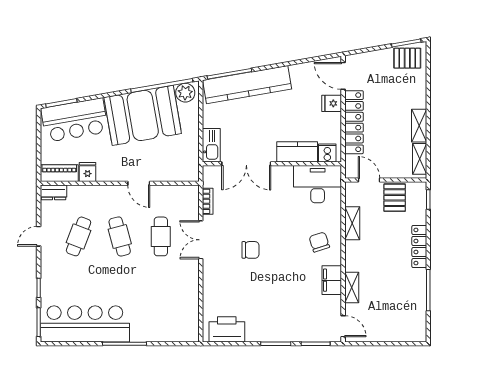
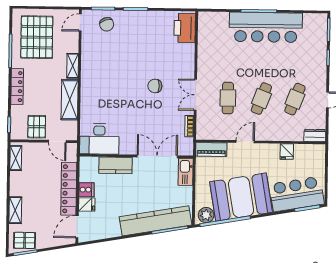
door: (343, 76) -> (77, 227), swing flipped
shelving: (419, 126) -> (15, 210), moved
cooker: (327, 153) -> (86, 190), moved, turned -90
piano: (59, 173) -> (211, 149), moved
door: (139, 183) -> (245, 142), hinge flipped
shelving: (352, 223) -> (70, 100), width x1.50, depth x1.33
cafe table: (120, 236) -> (261, 99), turned 36
double door: (201, 240) -> (195, 95), swing flipped
chair: (319, 242) -> (107, 24), moved
filing cabinet: (332, 280) -> (89, 60), removed
shelving: (352, 287) -> (73, 66), moved
pallet: (396, 307) -> (37, 37), added
bar counter: (85, 324) -> (266, 27), moved
door: (343, 326) -> (80, 23), hinge flipped
printer: (227, 329) -> (185, 28), moved, turned 90

